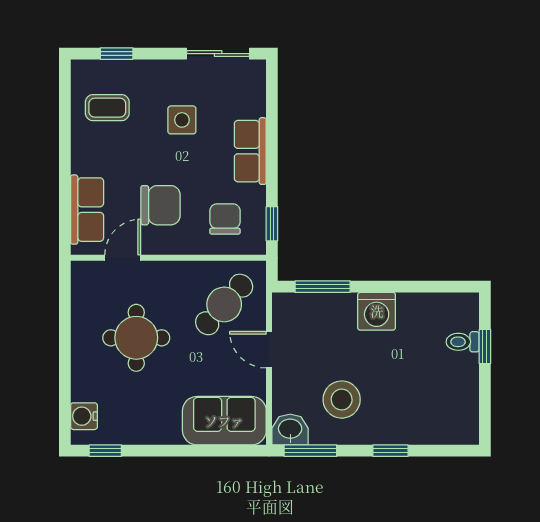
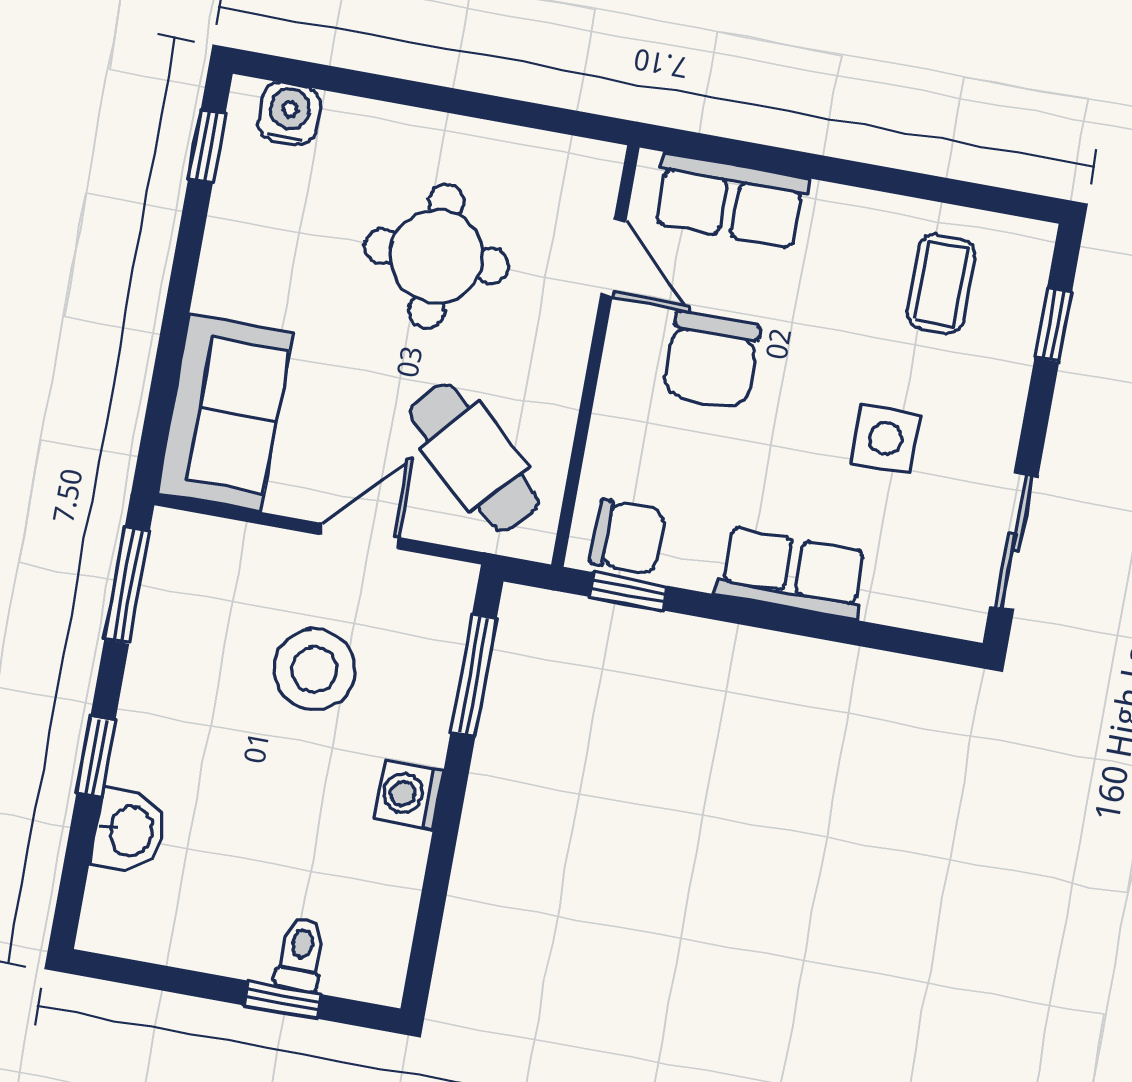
chair: (225, 219) -> (628, 537), moved
washing machine: (377, 311) -> (409, 794), width x0.73, depth x0.73
stool: (342, 400) -> (314, 670), moved
washbasin: (290, 430) -> (129, 831), moved

